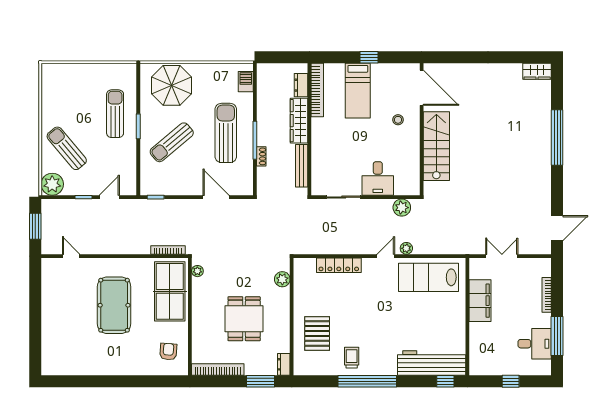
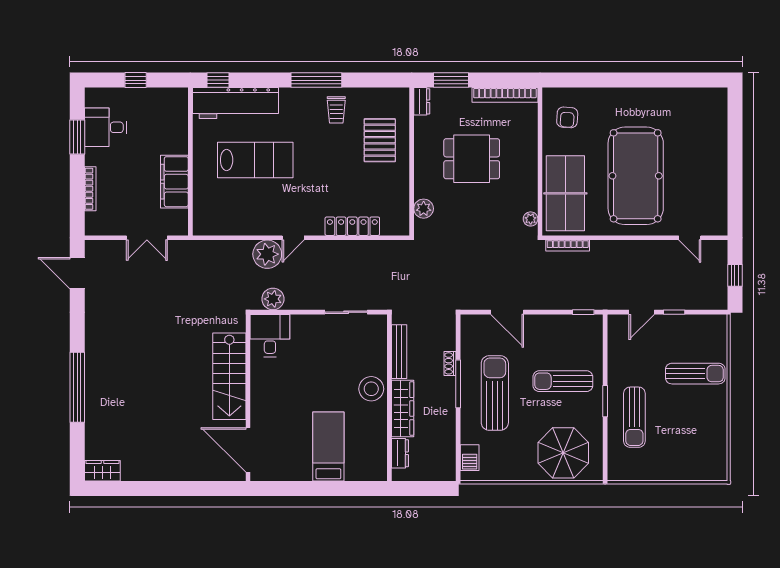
window: (369, 57) -> (314, 488), removed
bookcase: (317, 90) -> (379, 447), removed
stool: (398, 120) -> (371, 389), moved, width x1.89, depth x1.89
sun lounger: (226, 133) -> (495, 393), turned 180
sun lounger: (172, 142) -> (563, 381), turned -140
sun lounger: (67, 148) -> (695, 374), turned -50
desk: (378, 178) -> (270, 336), moved
plant: (52, 184) -> (714, 328), removed
window: (35, 226) -> (735, 275), width x0.67
door: (557, 228) -> (77, 273), hinge flipped
plant: (406, 248) -> (267, 254), width x1.88, depth x1.88
lab bench: (429, 277) -> (255, 160), moved
pool table: (114, 305) -> (636, 176), width x1.36, depth x1.32
dining table: (244, 319) -> (472, 159), turned 90
window: (557, 336) -> (77, 137), width x0.69
window: (367, 381) -> (316, 80), width x0.68

